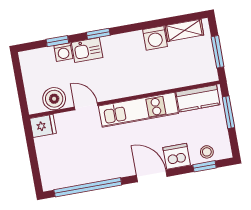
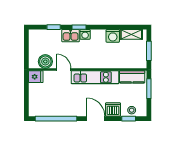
washing machine: (63, 52) -> (85, 34), moved

